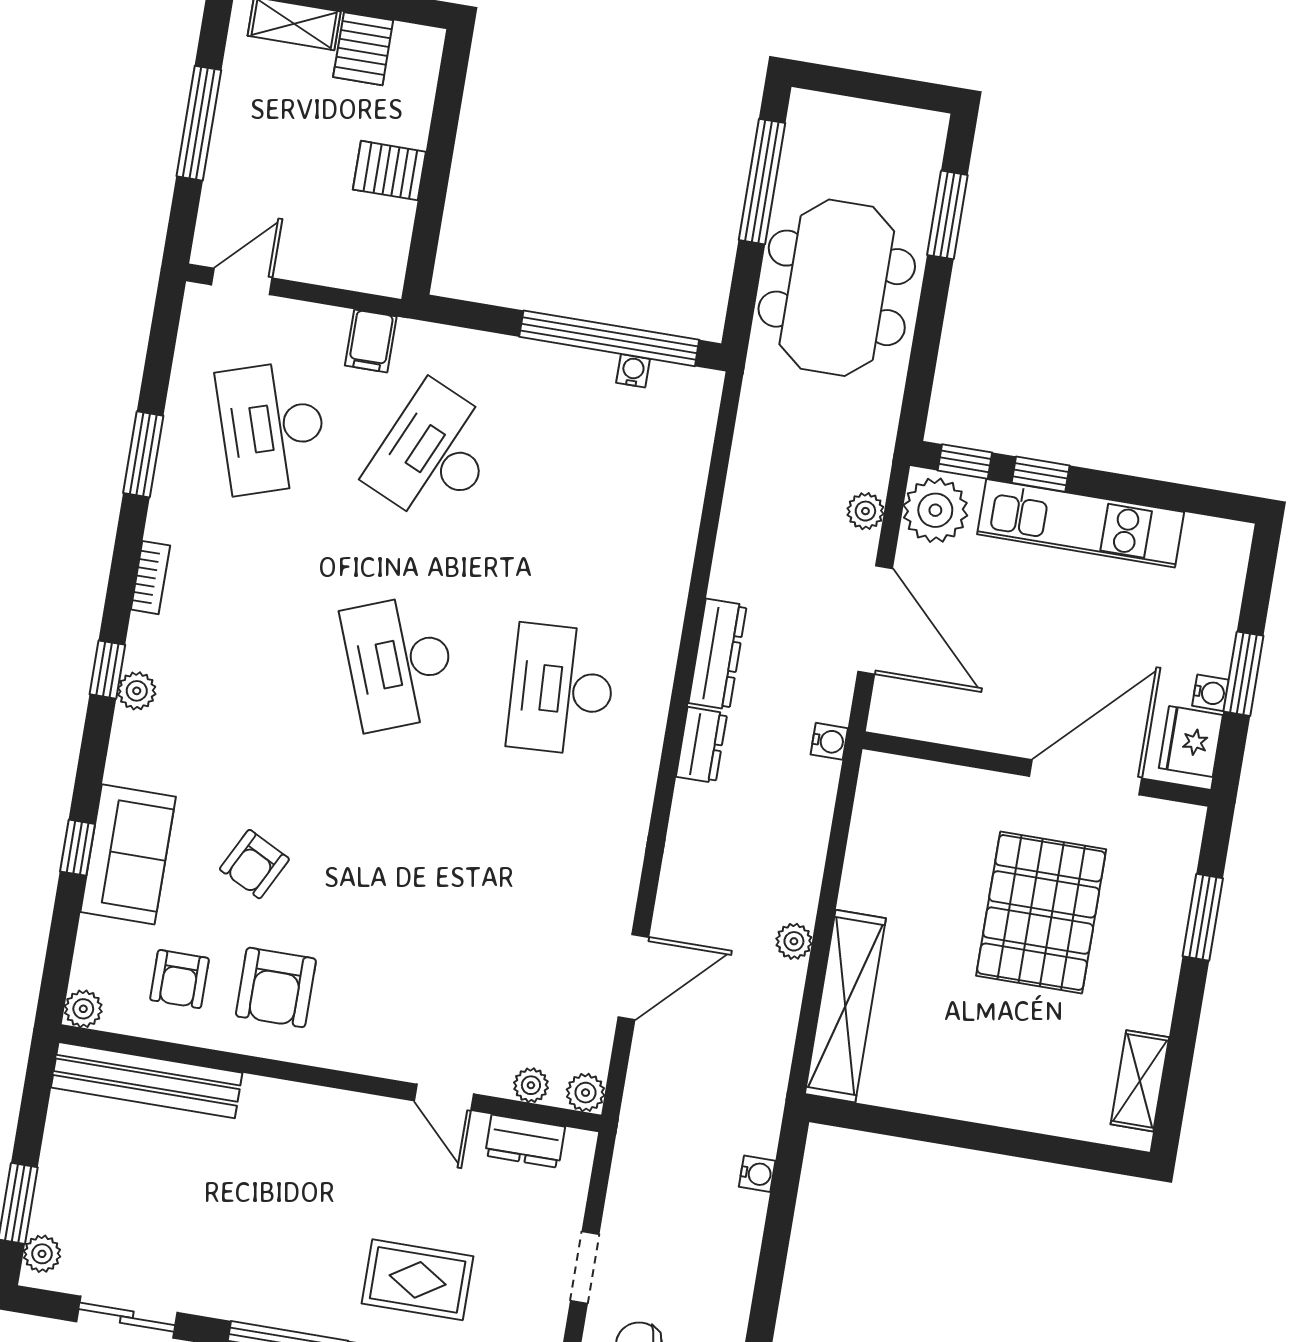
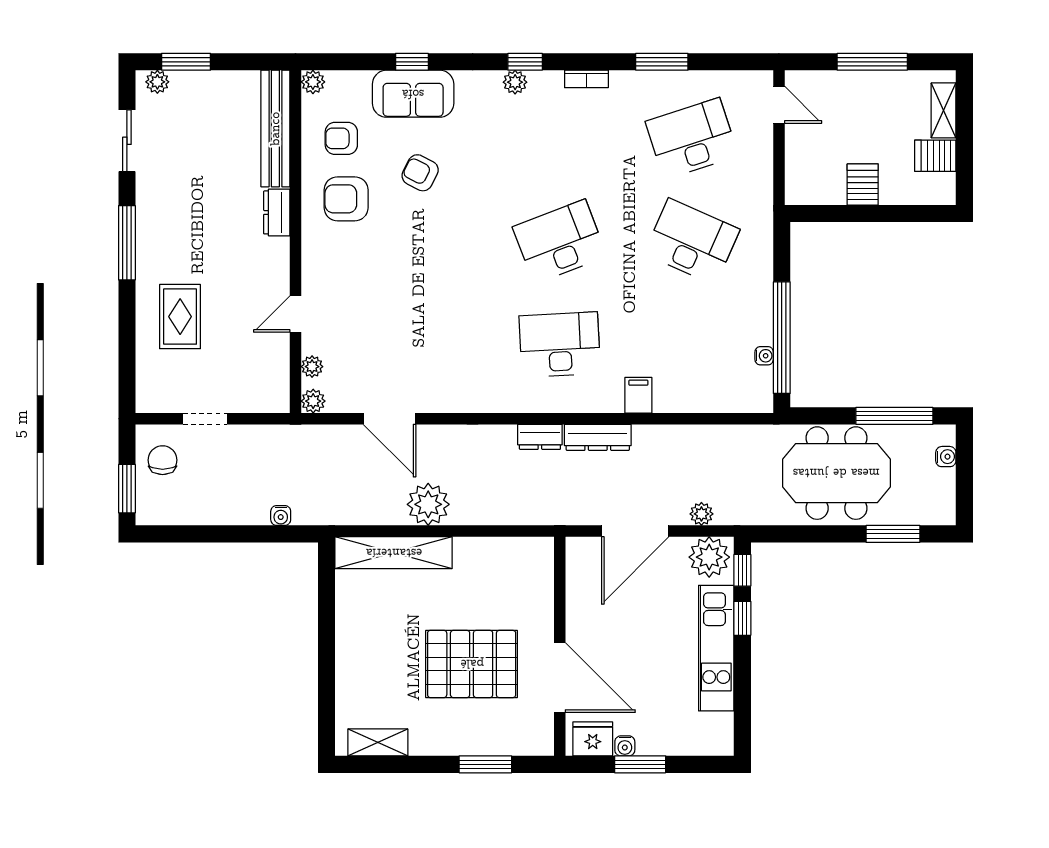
filing cabinet: (371, 341) -> (638, 395), moved, turned 90
water cooler: (829, 741) -> (946, 457), moved, turned -90
plant: (794, 941) -> (428, 504), width x1.88, depth x1.88
dresser: (525, 1141) -> (277, 212), moved

